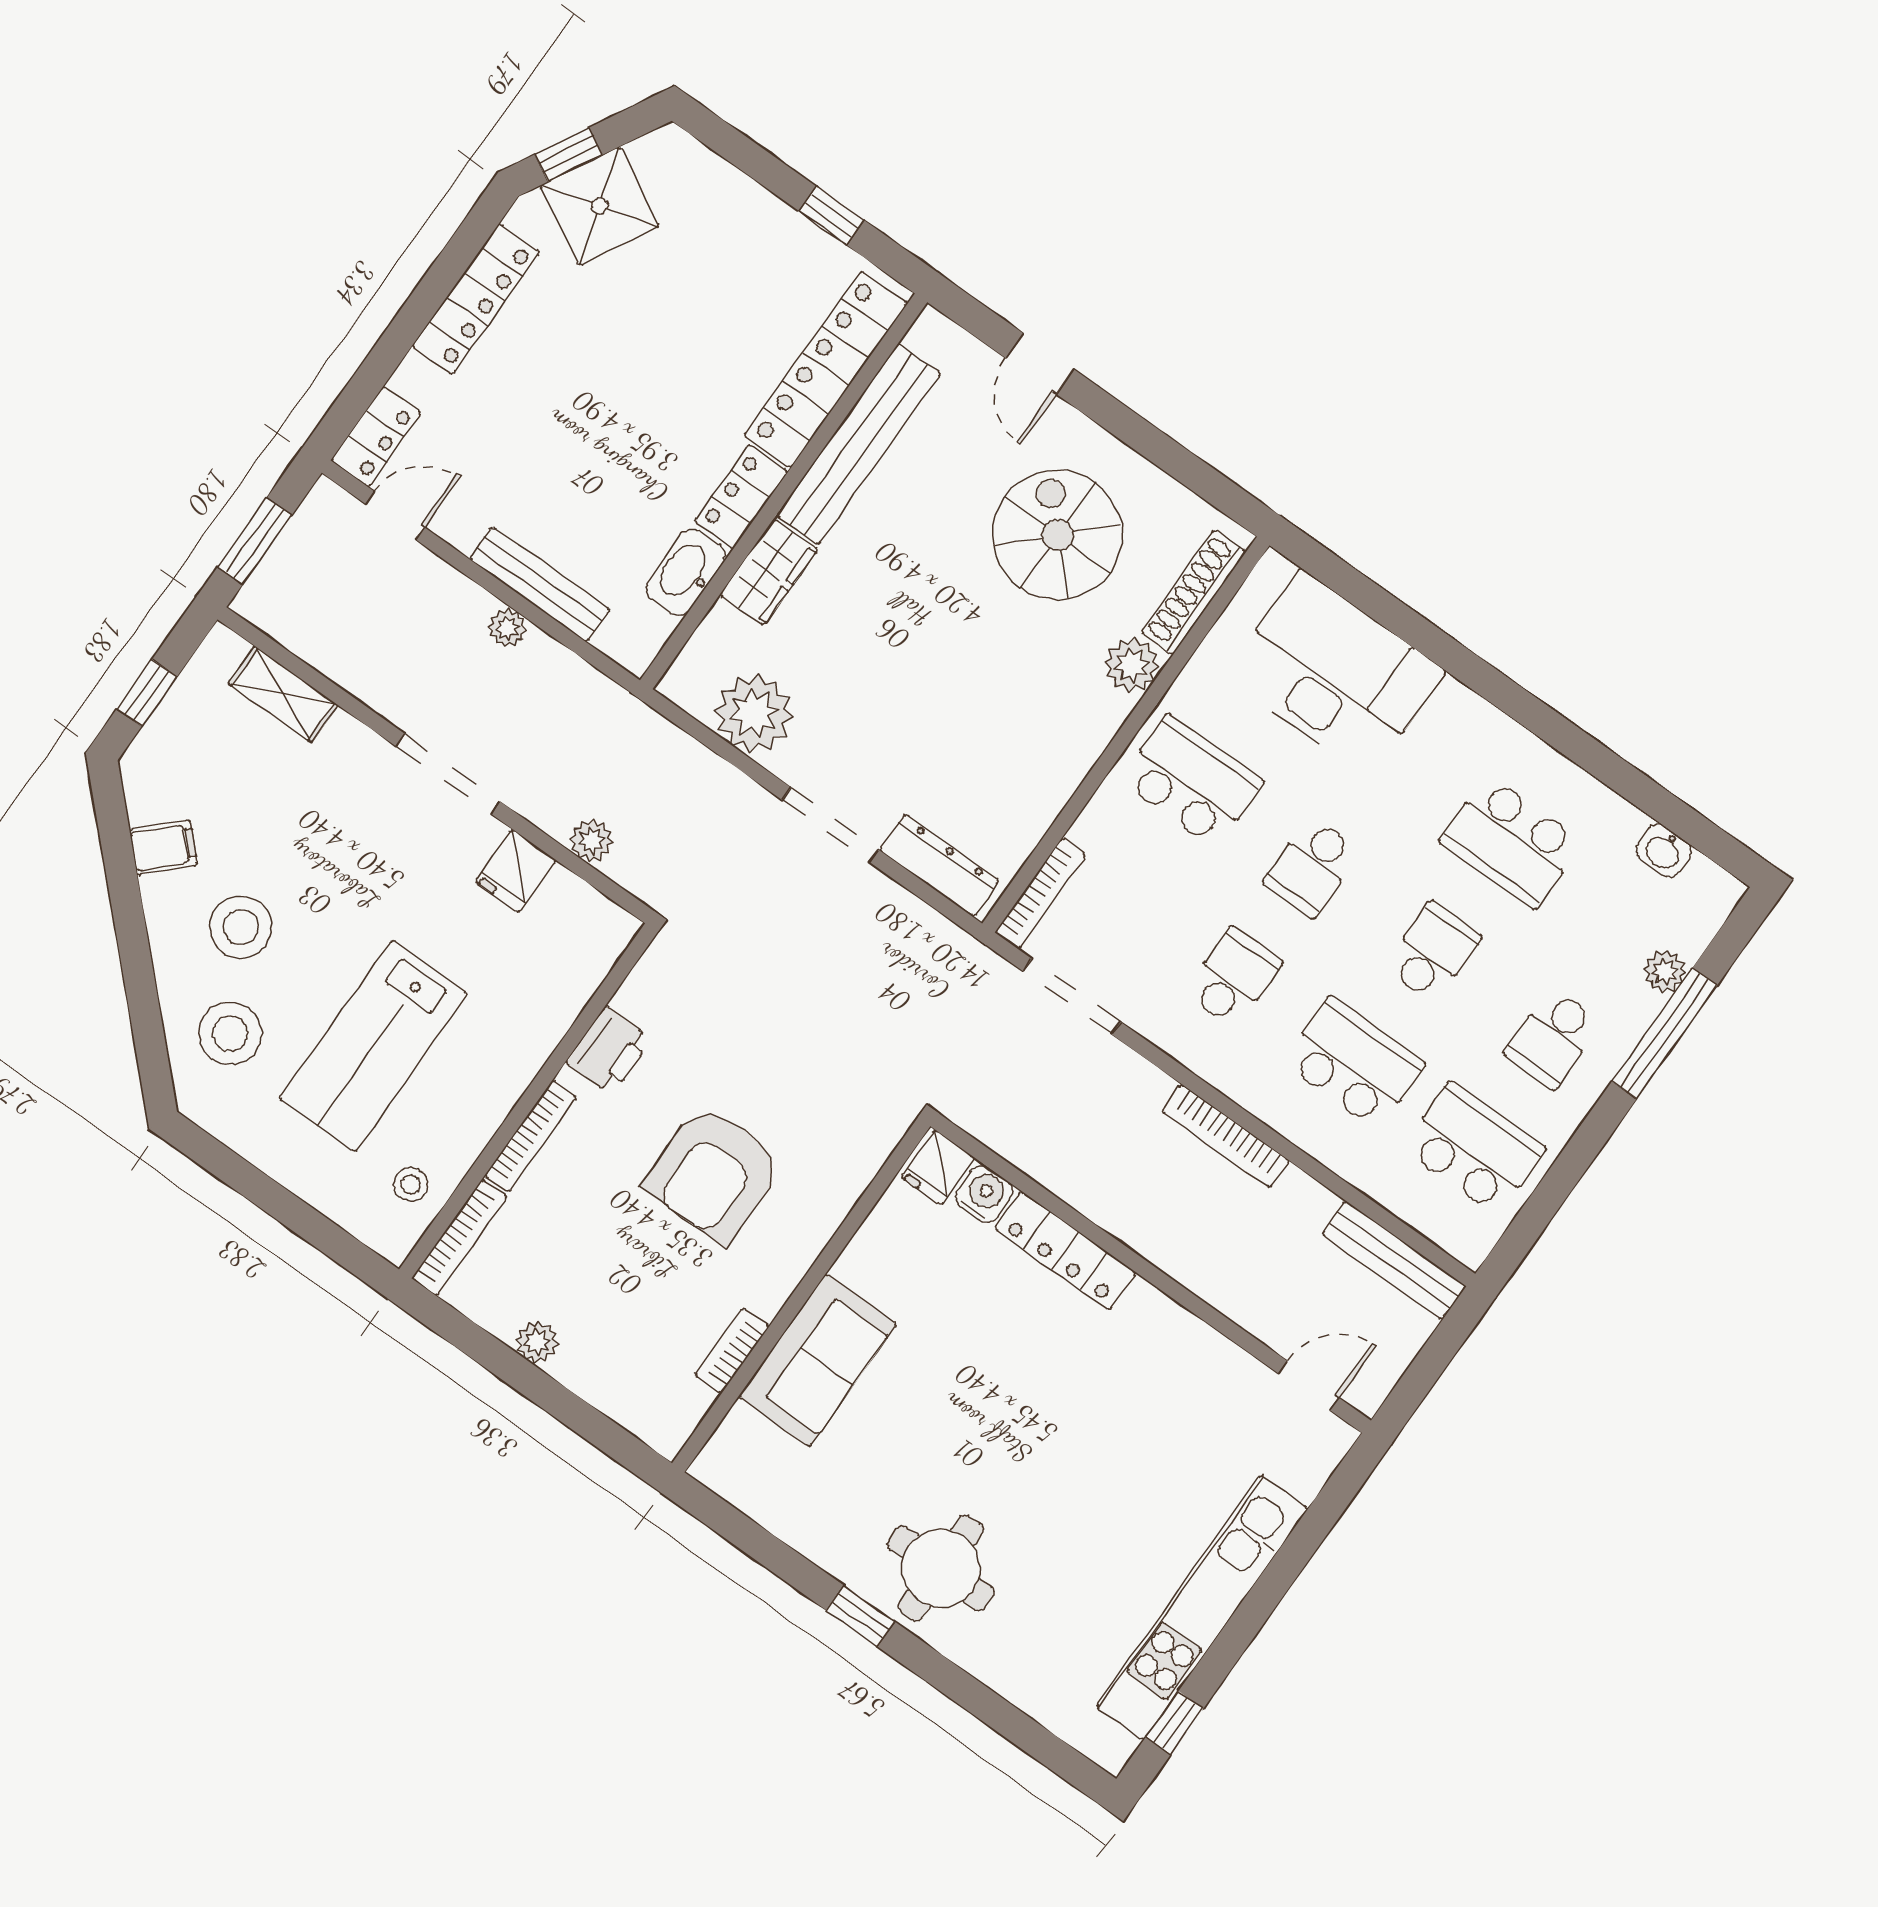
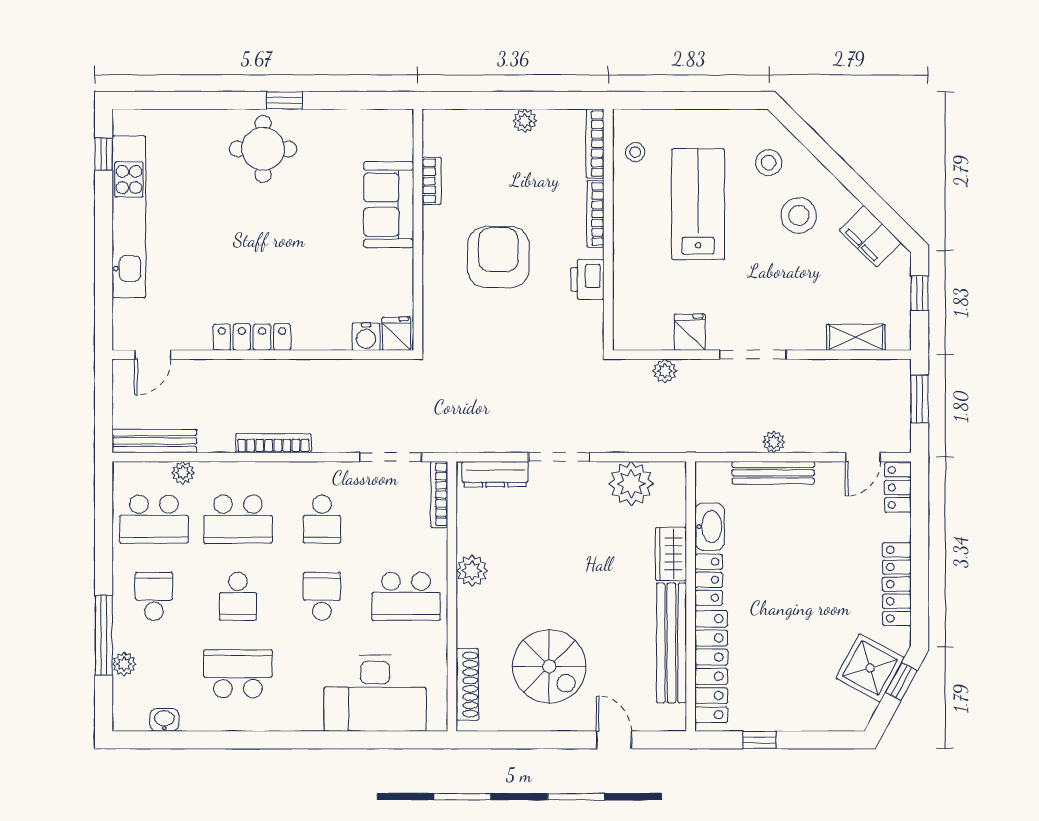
plant: (1132, 665) -> (472, 571), moved
filing cabinet: (164, 847) -> (870, 236), width x2.00
stool: (230, 1033) -> (769, 163), width x0.73, depth x0.73
plant: (1386, 1186) -> (183, 473), added
locker: (1065, 1251) -> (252, 337), moved

